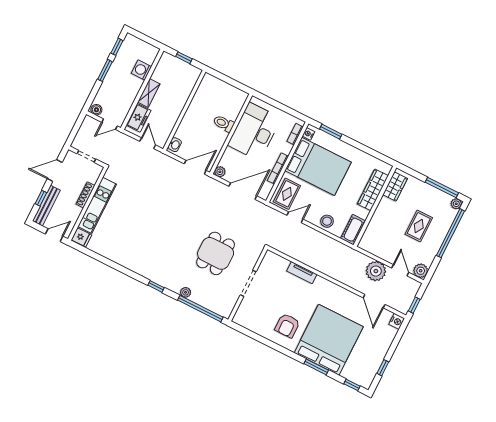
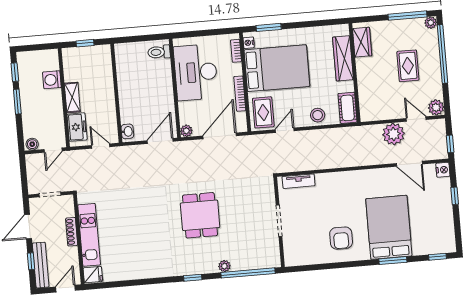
toilet: (224, 123) -> (159, 52), moved
dining table: (216, 253) -> (200, 215), moved
tv unit: (302, 273) -> (299, 181), moved
bed: (329, 340) -> (389, 227), width x0.73
window: (383, 368) -> (455, 196), moved

